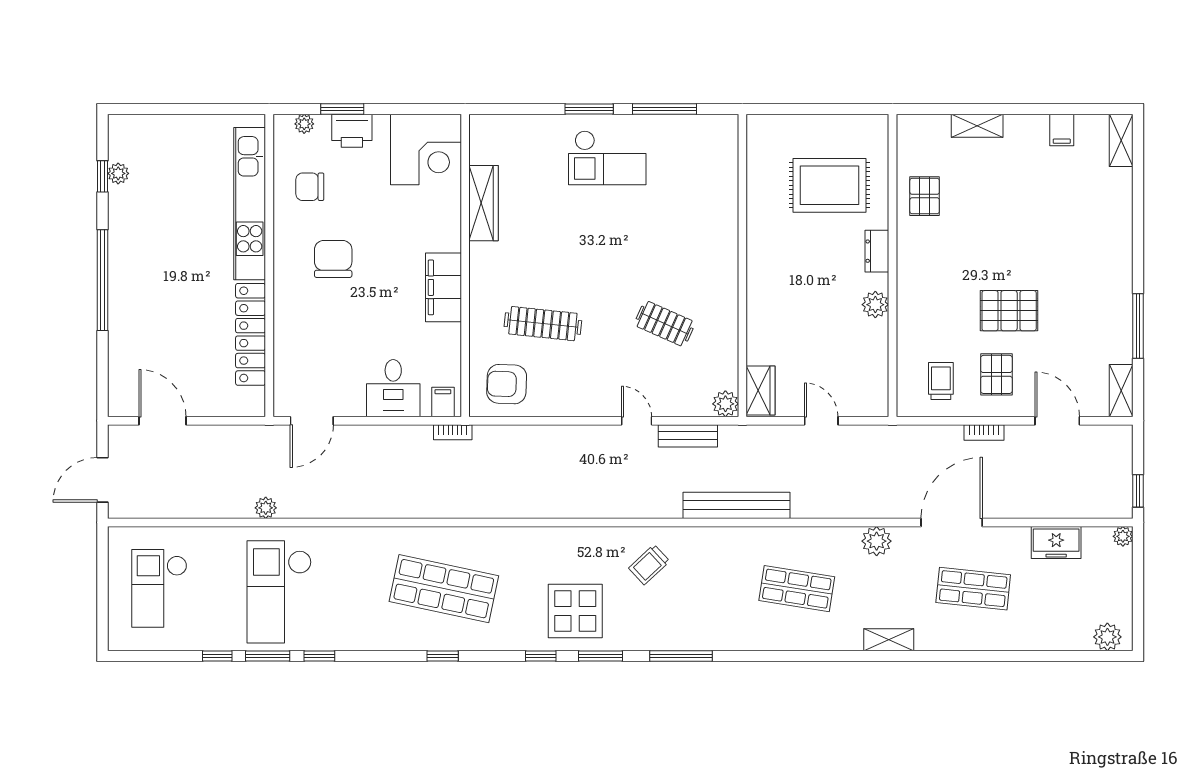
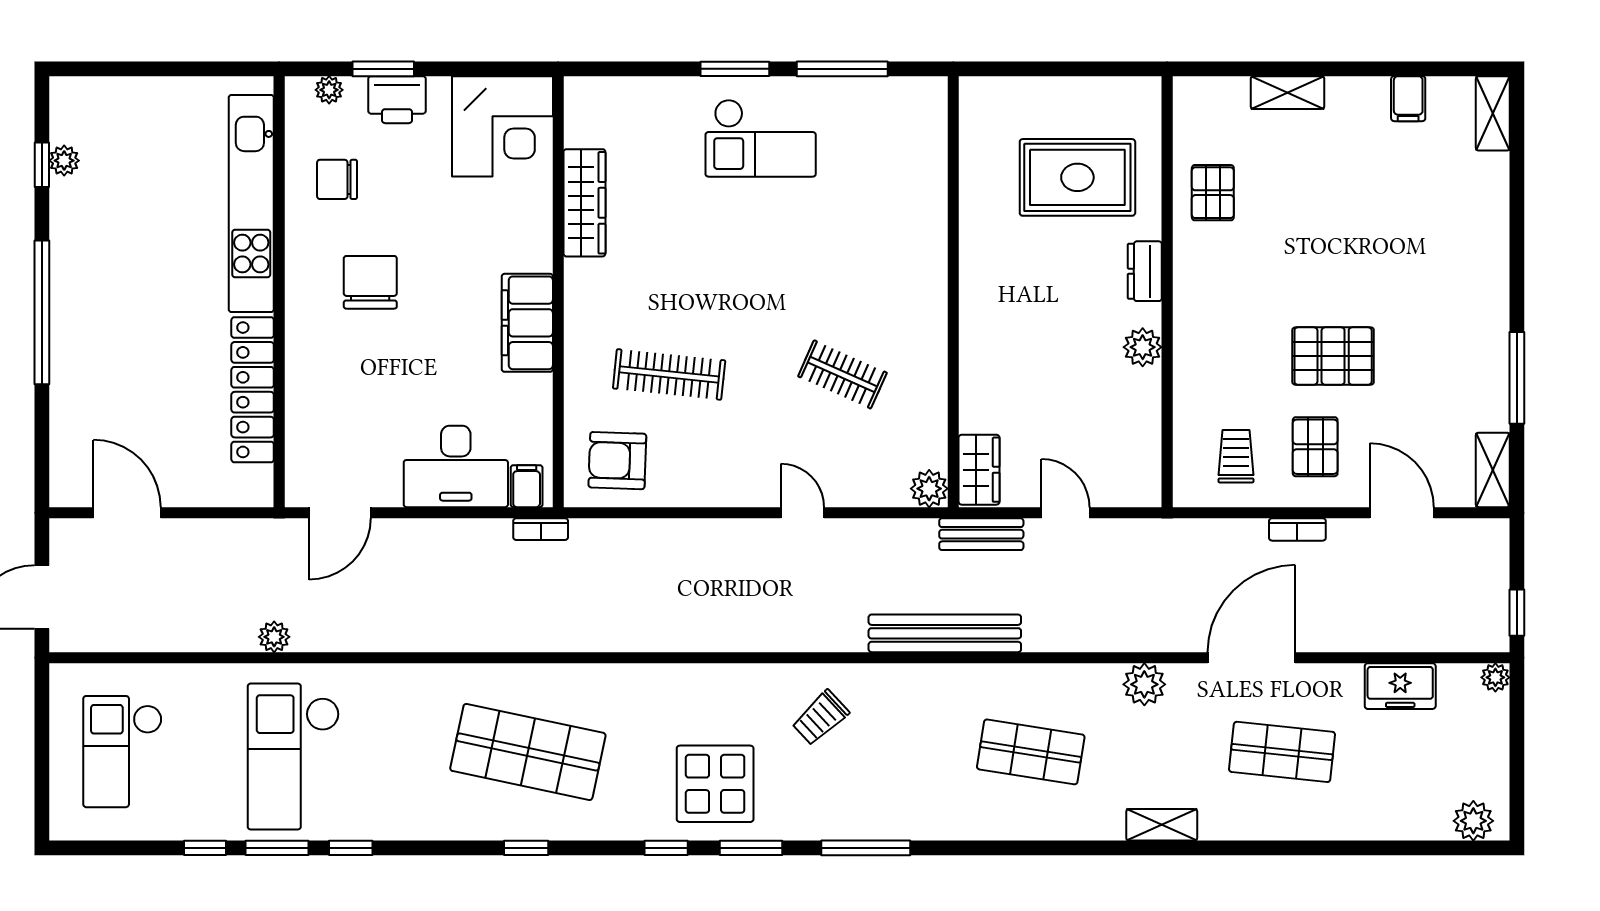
desk: (393, 388) -> (456, 466), width x1.37
bench: (688, 436) -> (981, 534), moved

